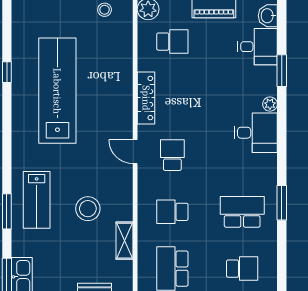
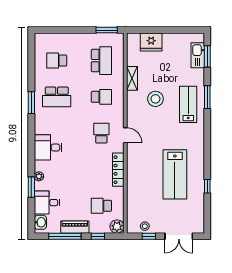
lab bench: (57, 91) -> (175, 174), width x0.73
plant: (270, 104) -> (39, 176), moved
school desk: (172, 155) -> (101, 133), turned 180

